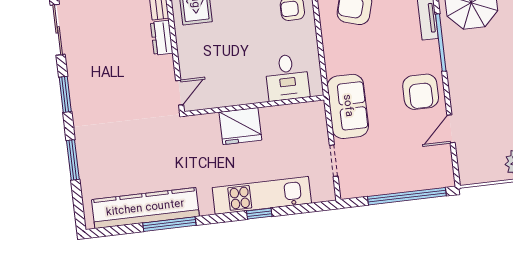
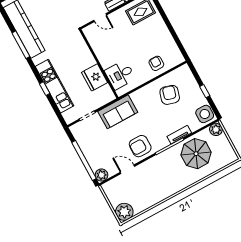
door: (180, 93) -> (100, 18), moved
fridge: (240, 126) -> (95, 77), moved
plant: (443, 176) -> (101, 175), added

